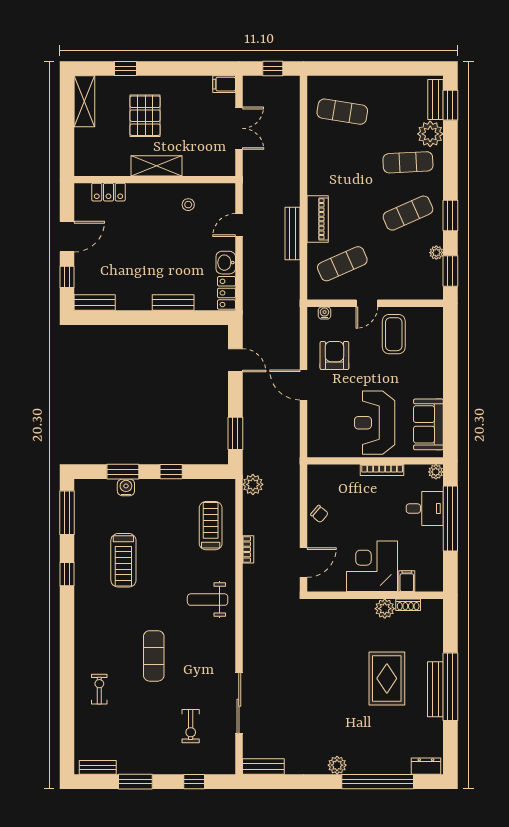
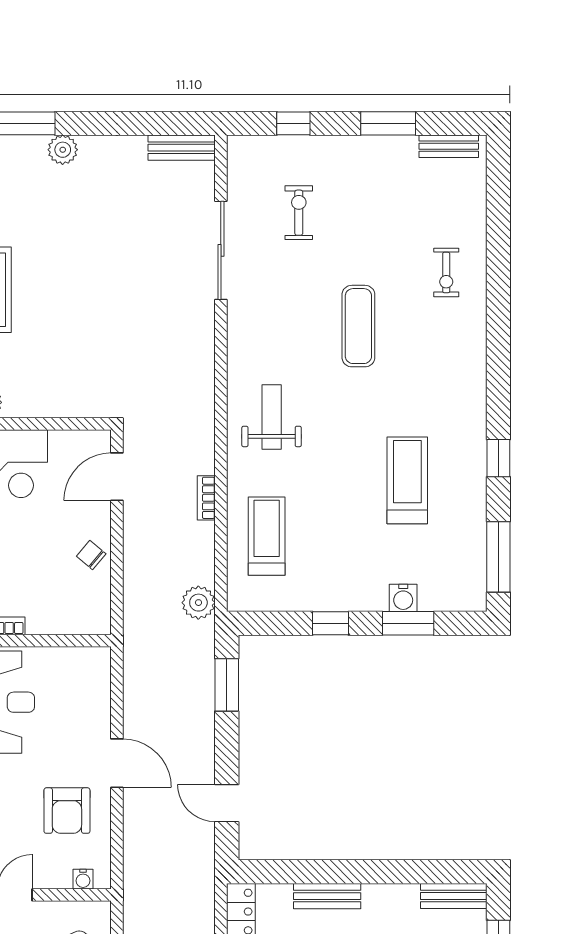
treadmill: (211, 526) -> (267, 536), turned 180
weight bench: (208, 600) -> (272, 417), turned -90

